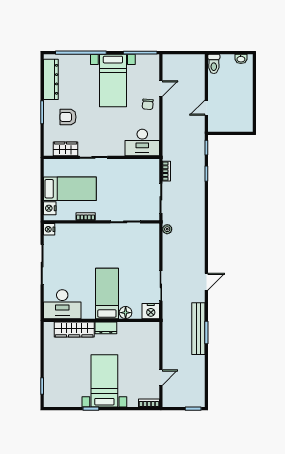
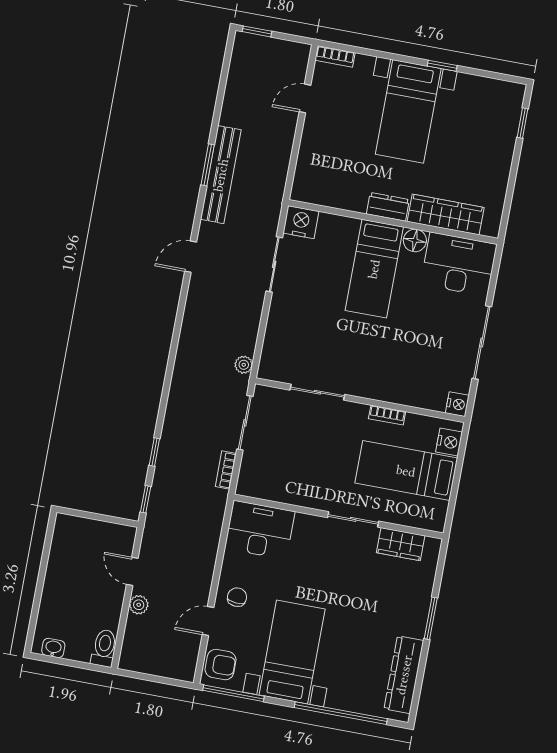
plant: (200, 90) -> (139, 605), added
door: (206, 108) -> (132, 571), swing flipped
armchair: (68, 117) -> (221, 665), moved
floor lamp: (126, 313) -> (415, 240), moved

